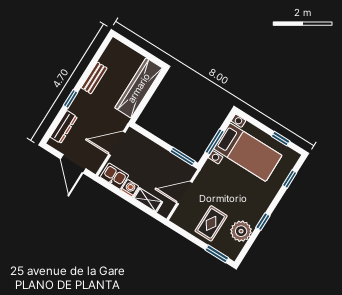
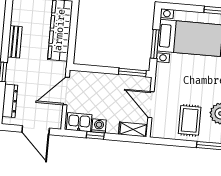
door: (184, 193) -> (151, 105), hinge flipped
window: (122, 195) -> (95, 135), added
shelving: (148, 200) -> (133, 129), moved

